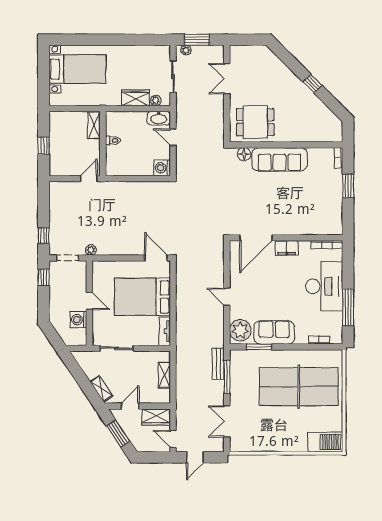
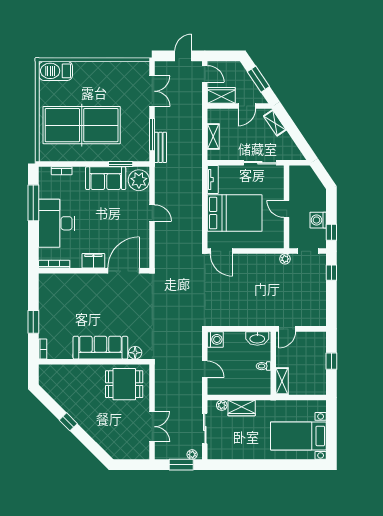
washbasin: (159, 118) -> (257, 338), moved, turned 180
washing machine: (79, 320) -> (318, 220), moved, turned 180

